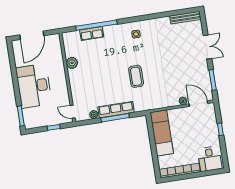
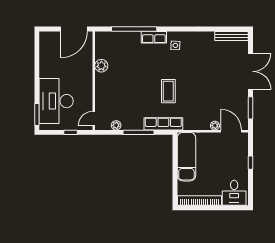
row of seats: (92, 34) -> (154, 37), moved
door: (32, 35) -> (74, 29), moved
double door: (207, 47) -> (250, 71), width x1.37
desk: (34, 86) -> (56, 101), moved
row of seats: (116, 110) -> (163, 124), moved
door: (73, 112) -> (94, 119), hinge flipped

